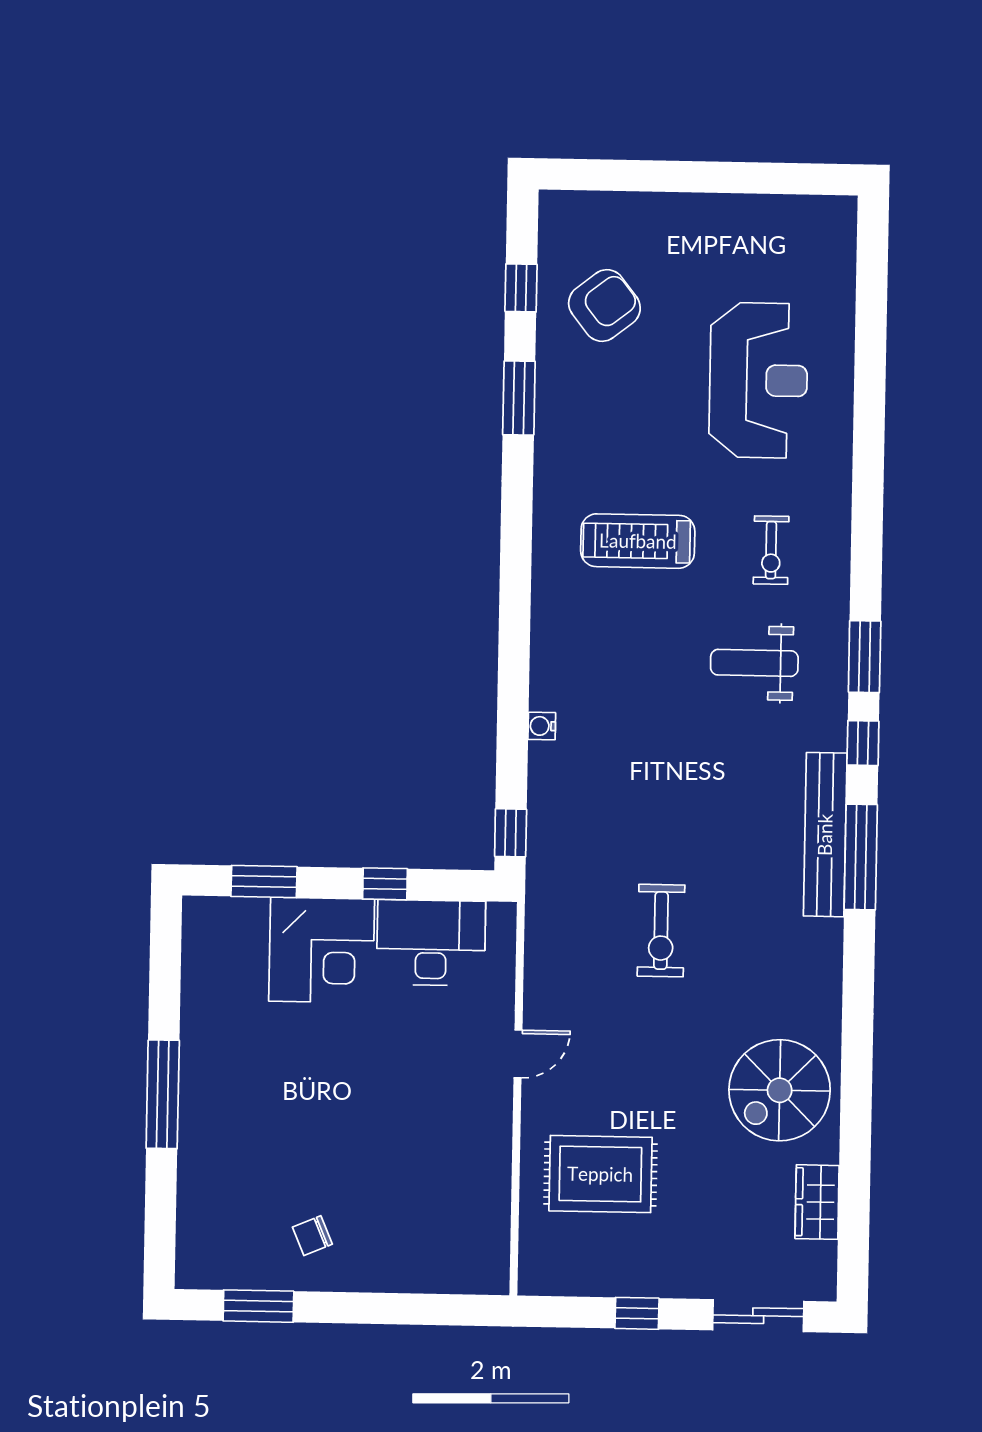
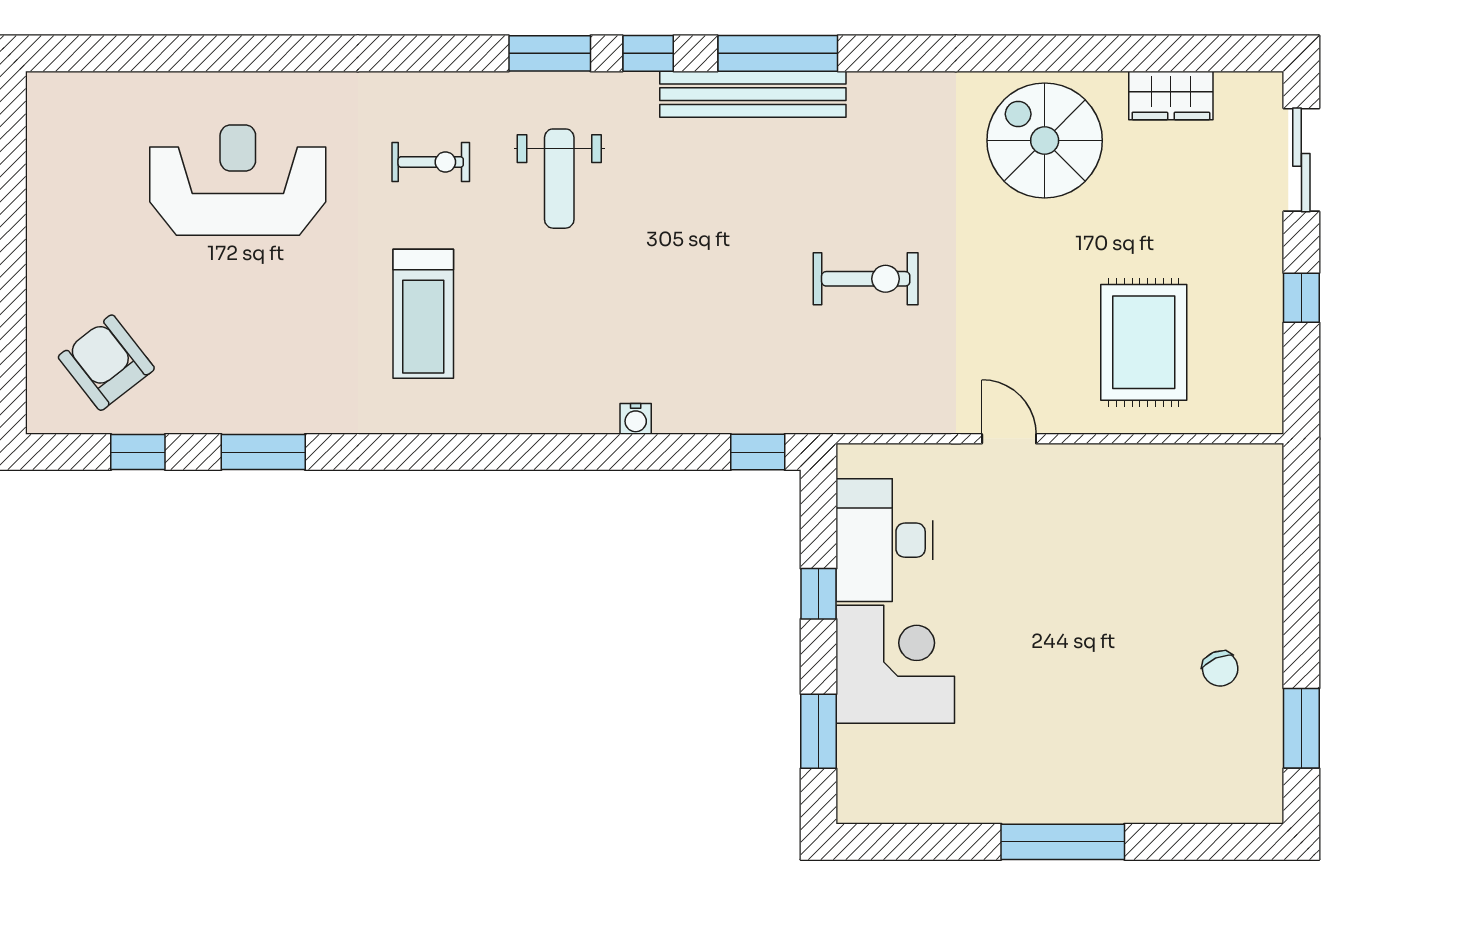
armchair: (604, 306) -> (106, 363), moved
spiral stairs: (780, 1090) -> (1045, 141), turned 180

